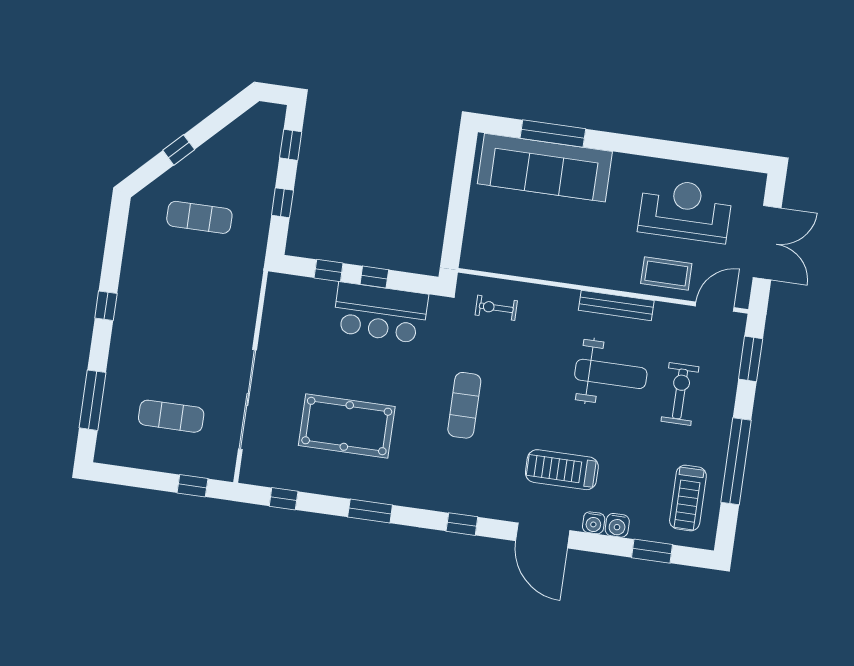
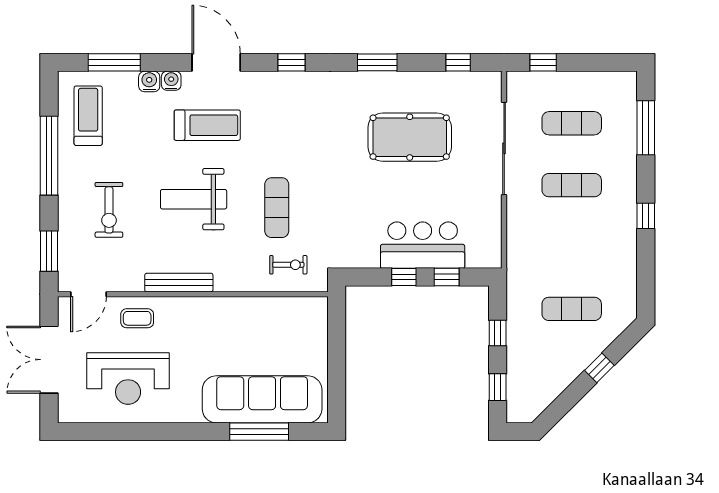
coffee table: (666, 274) -> (137, 318), width x0.73, depth x0.77
bar counter: (380, 313) -> (423, 245), moved
exercise mat: (181, 350) -> (572, 185), added
weight bench: (611, 374) -> (194, 199), moved
exercise mat: (464, 405) -> (277, 208), moved
window: (652, 551) -> (114, 62), width x1.44

